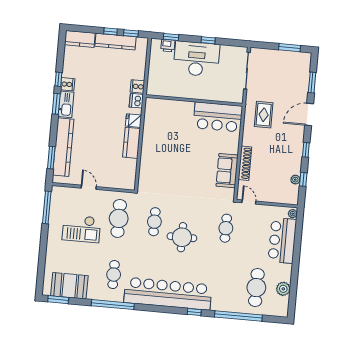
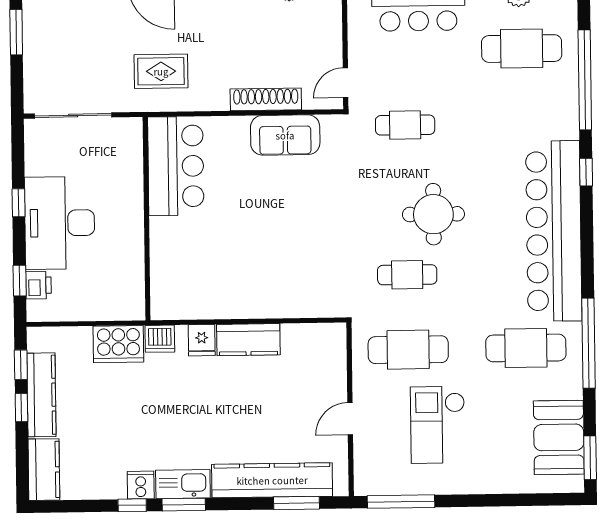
cooker: (137, 86) -> (118, 344), width x1.87, depth x1.31
checkout: (81, 229) -> (438, 425), turned 180
cafe table: (114, 275) -> (526, 348), width x1.37, depth x1.35

